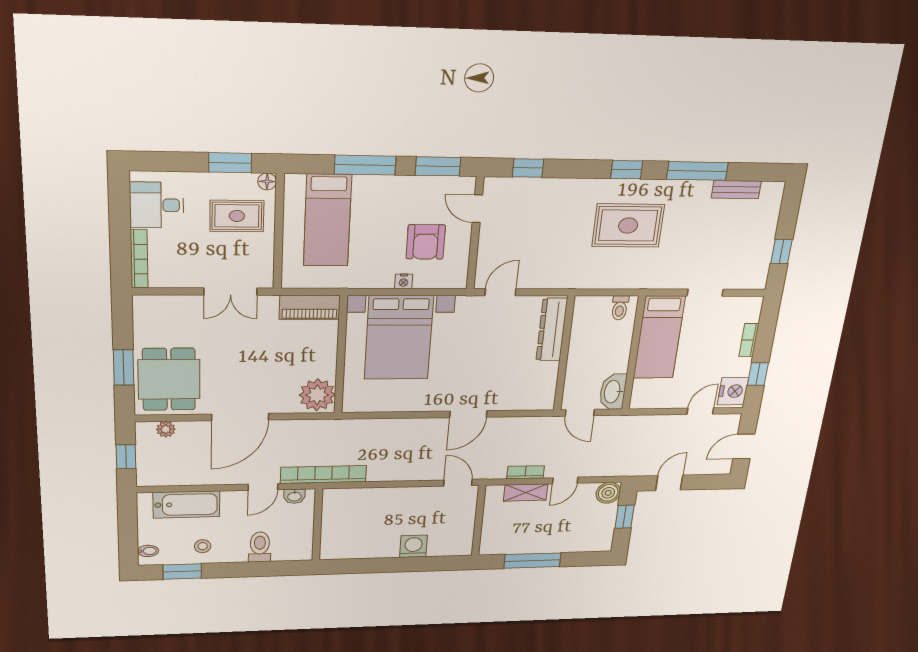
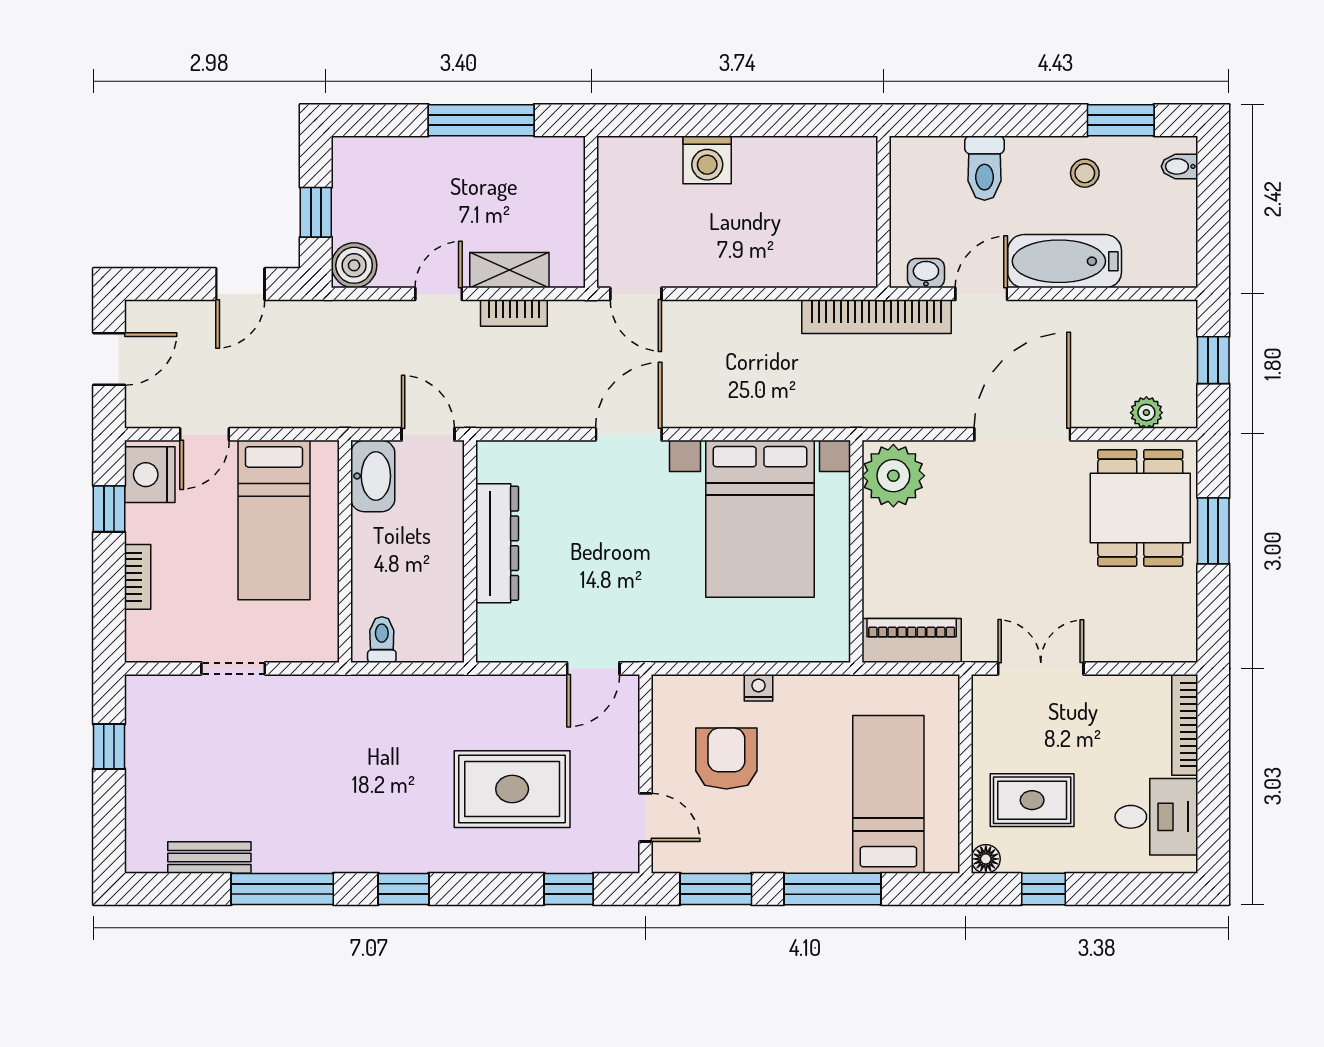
window: (230, 163) -> (1043, 889), width x0.67
rug: (628, 226) -> (512, 789), moved
dresser: (552, 330) -> (497, 543), moved
bed: (659, 337) -> (274, 520), moved, turned 180
bed with nightstands: (399, 338) -> (760, 519), moved, turned 180
bathtub: (187, 505) -> (1065, 261), moved

